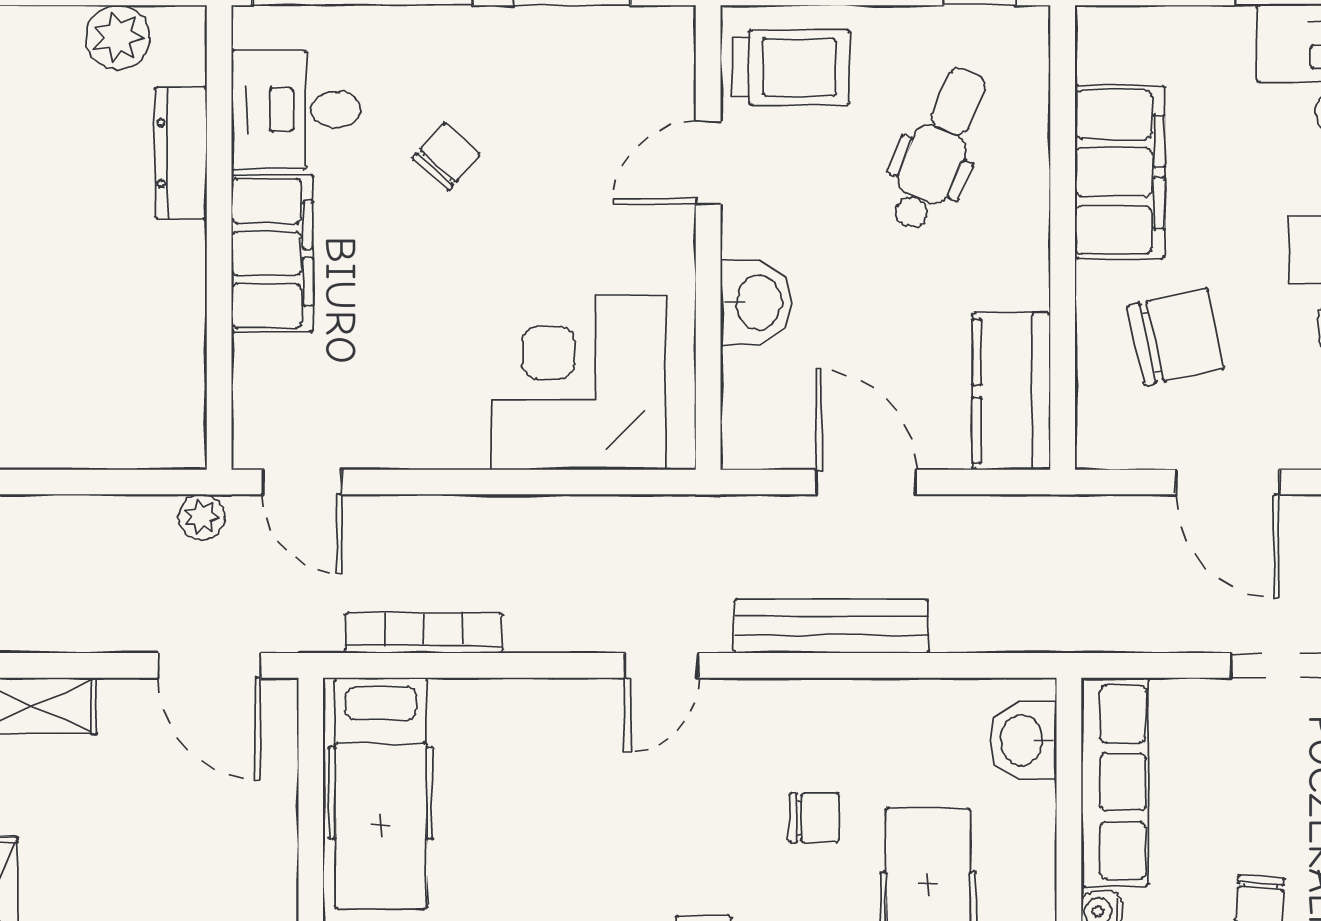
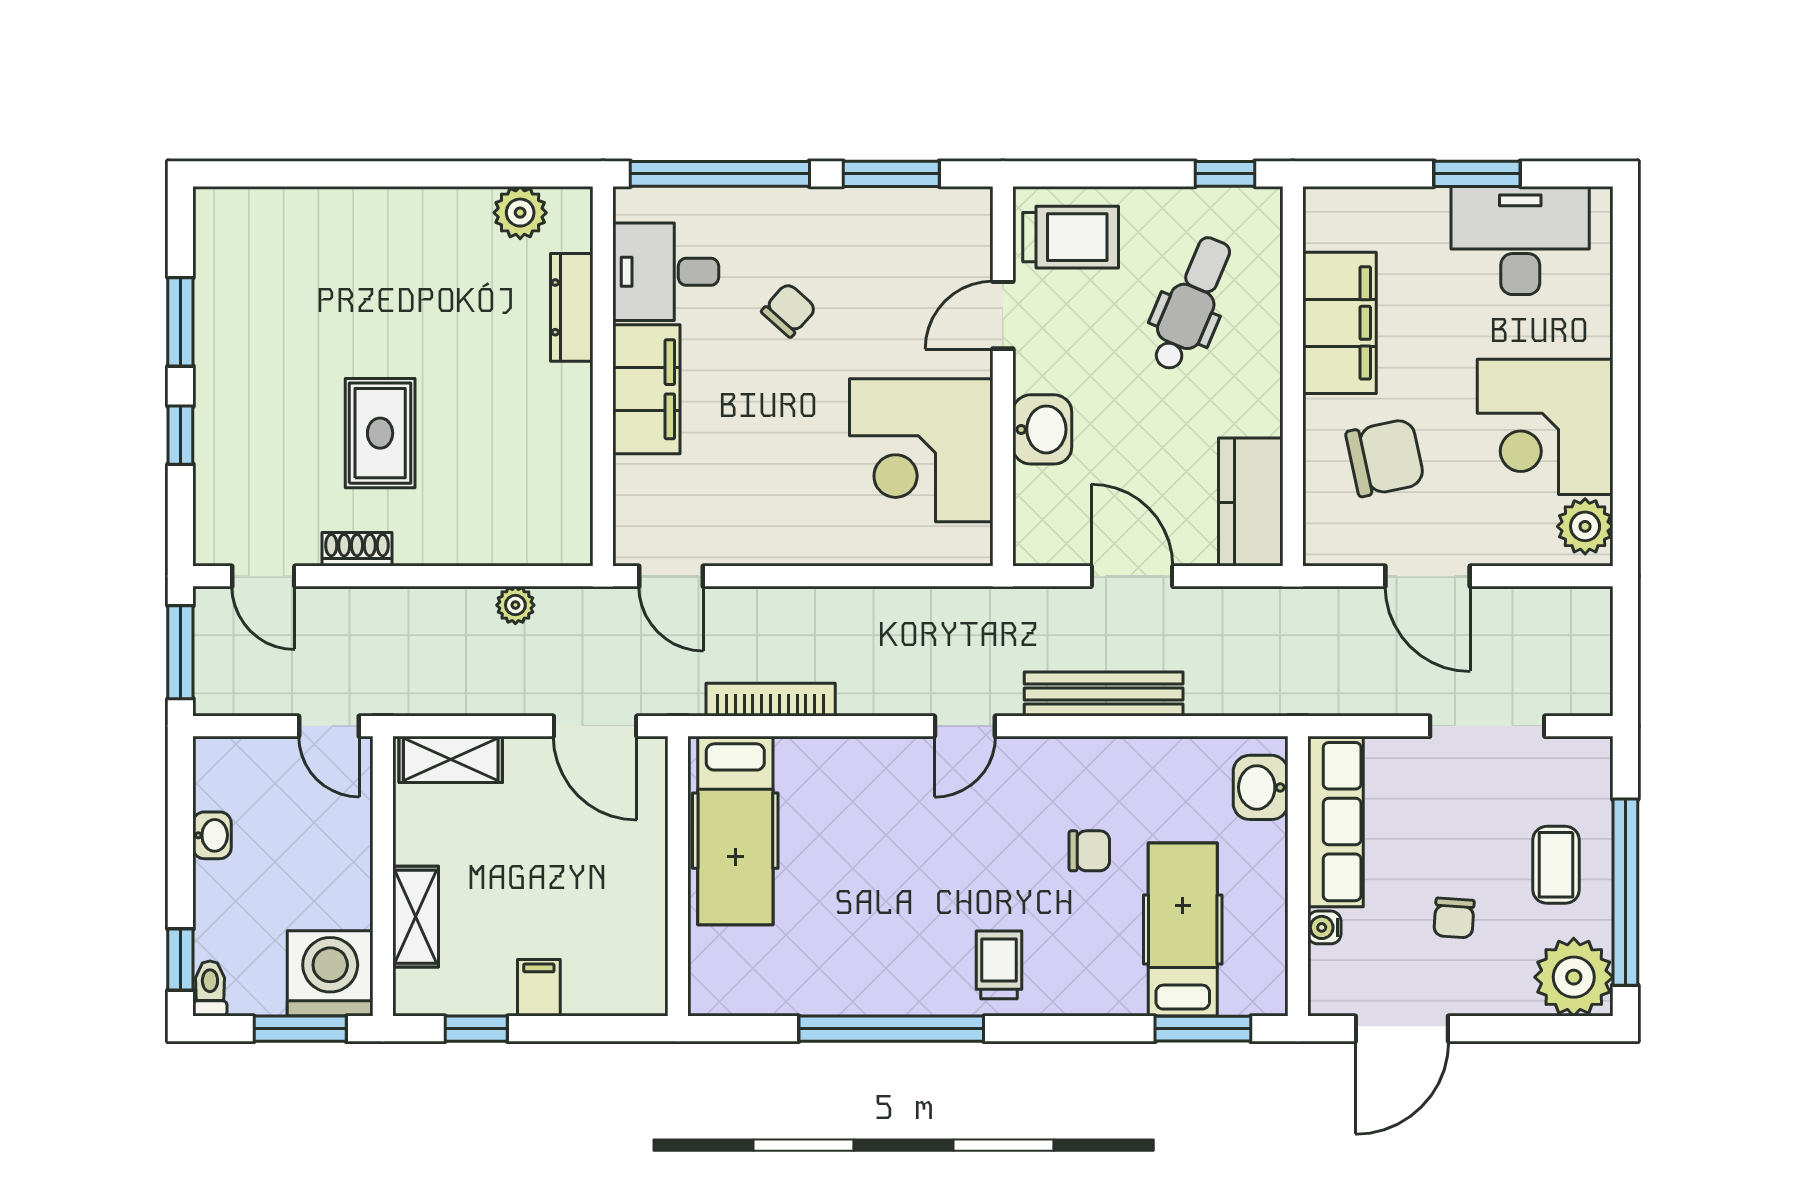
corner desk: (578, 382) -> (921, 450), moved, turned -90
plant: (202, 517) -> (515, 605), moved

